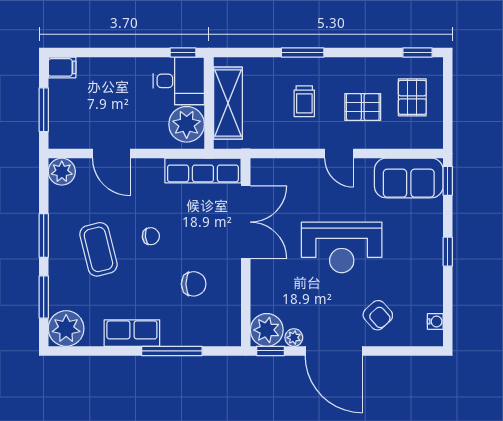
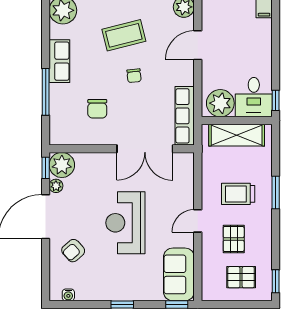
trolley: (304, 101) -> (238, 194), width x1.36, depth x1.39

